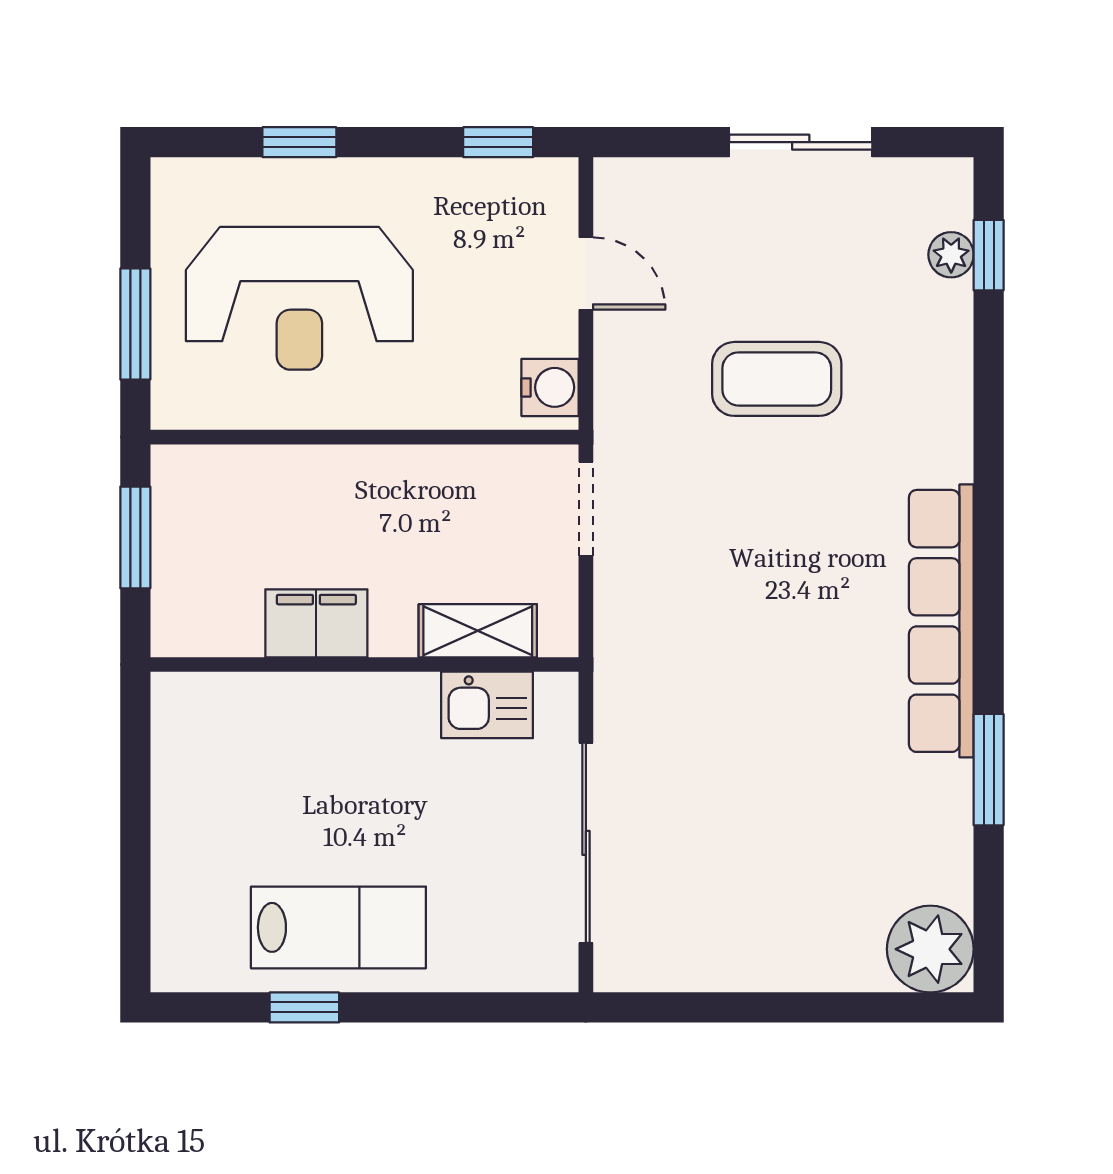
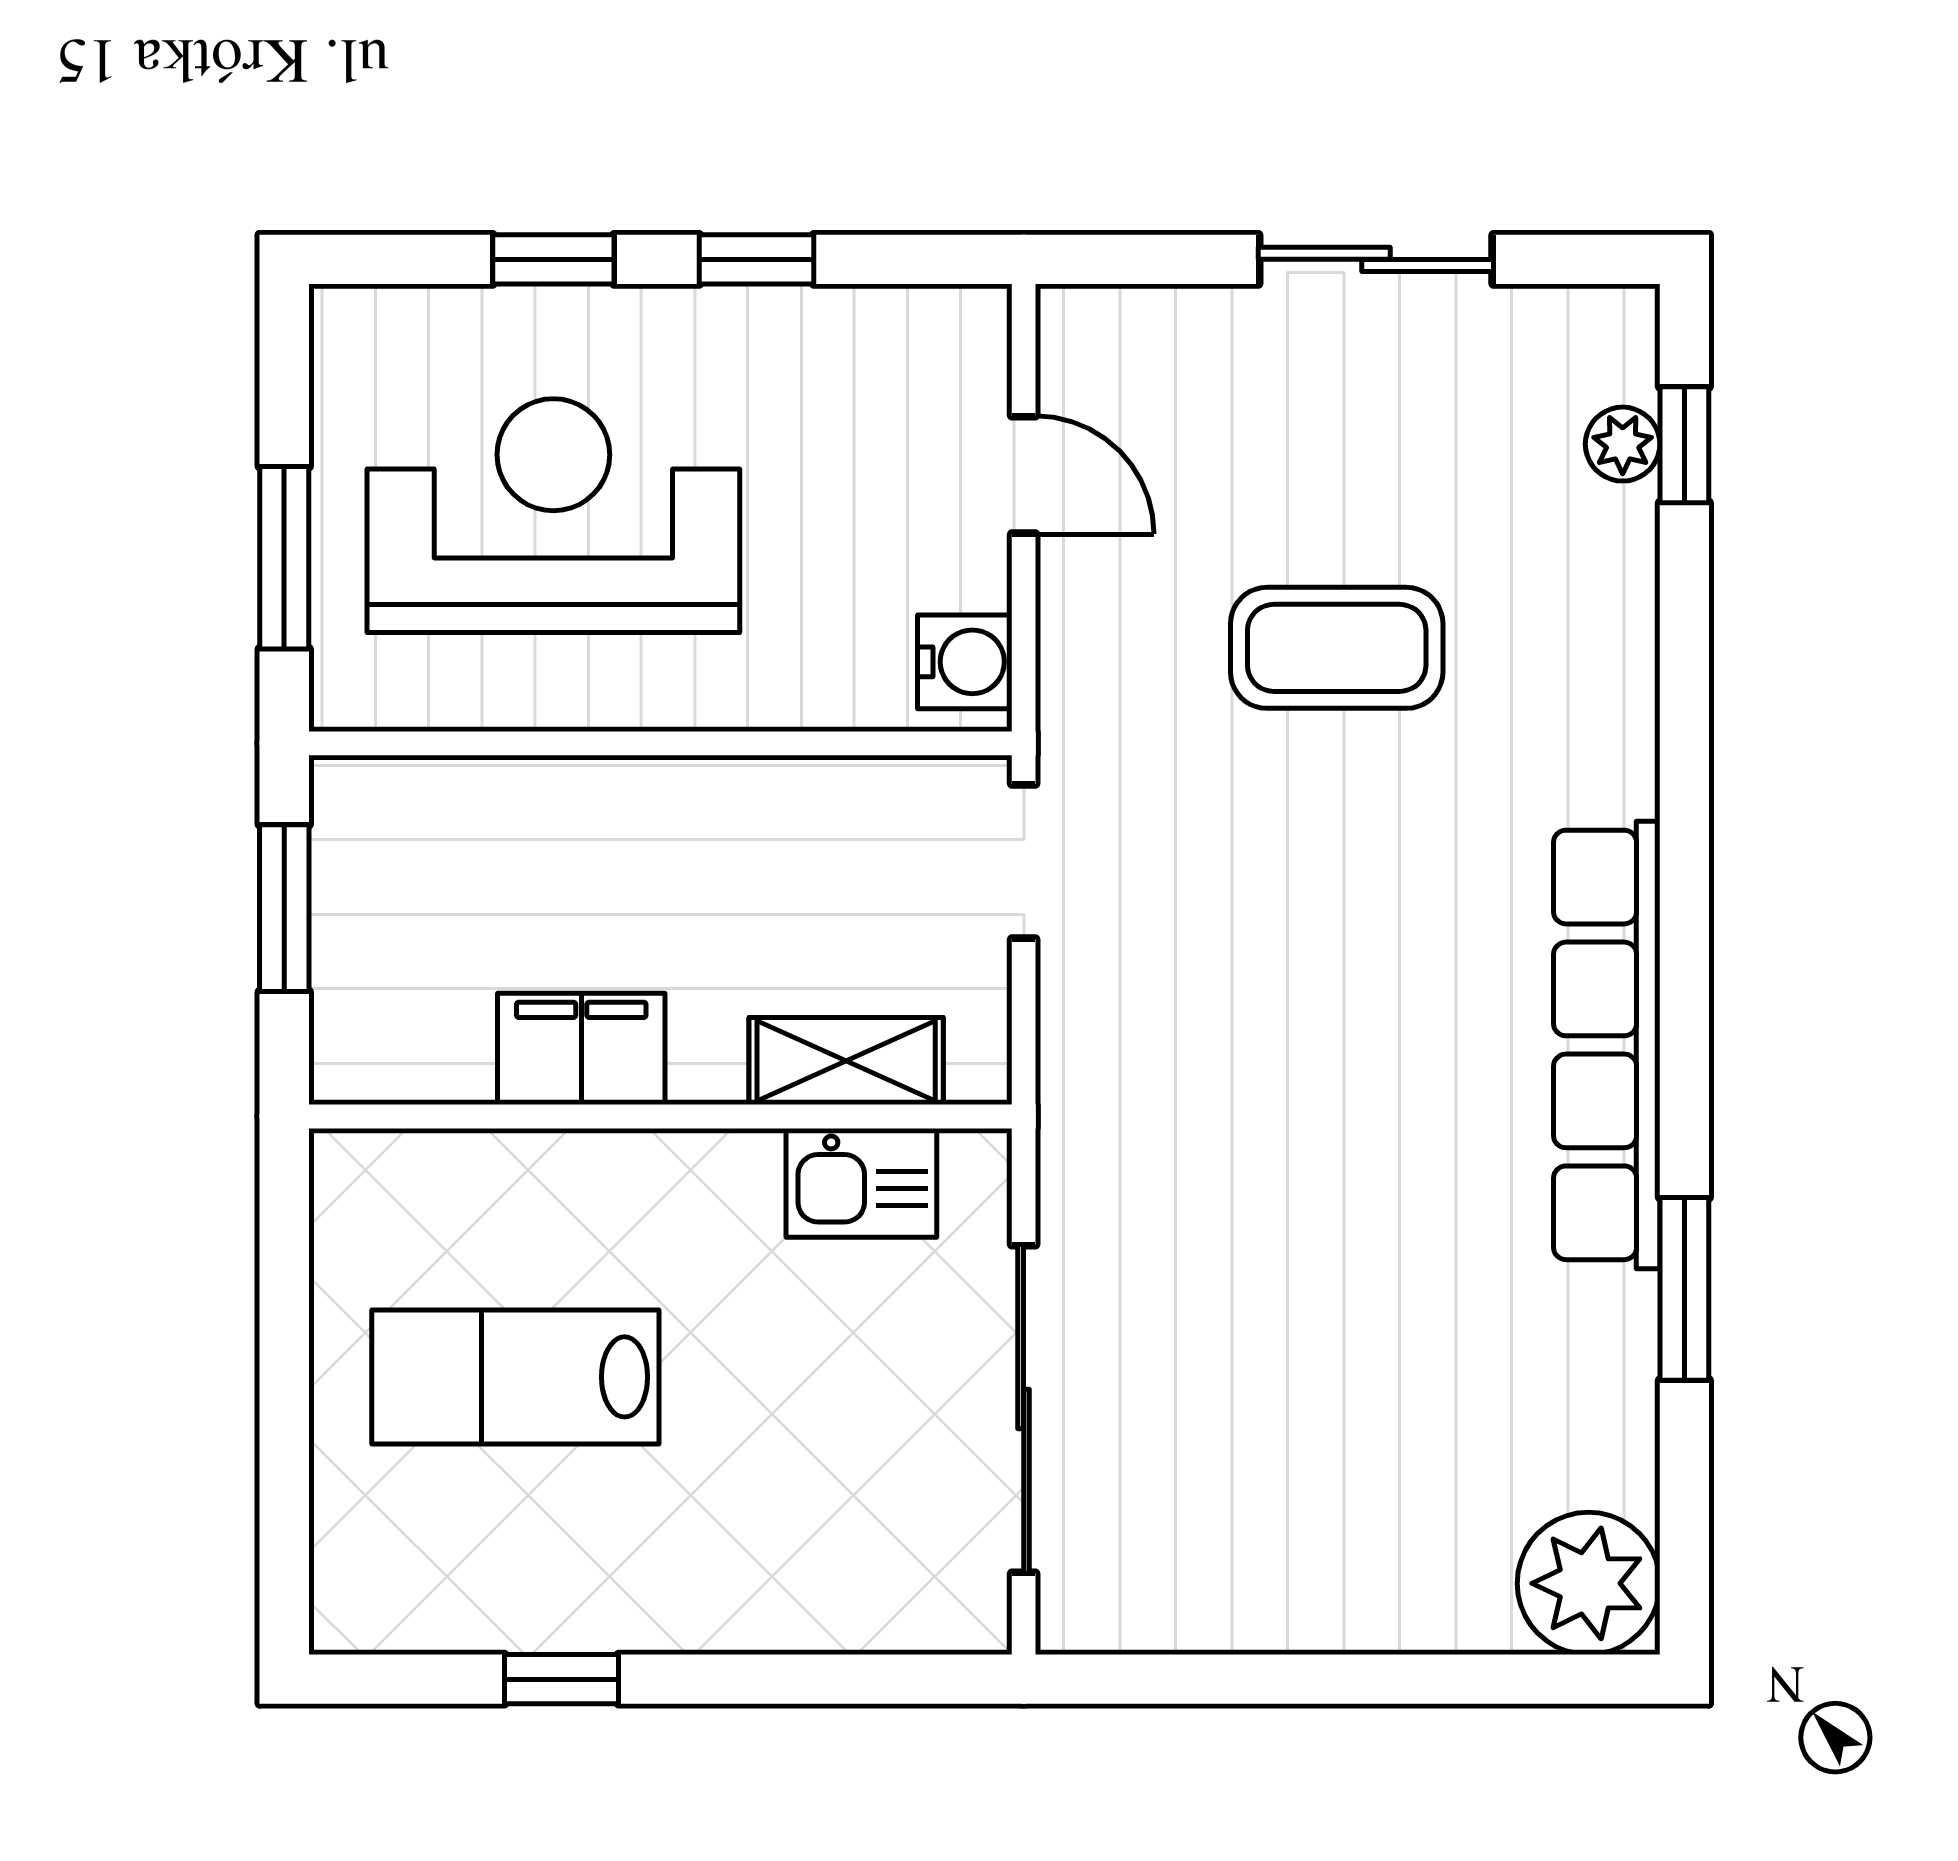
window: (498, 142) -> (757, 259), moved
reception desk: (299, 298) -> (553, 516), turned 180
lab bench: (338, 927) -> (515, 1377), moved, turned 180

